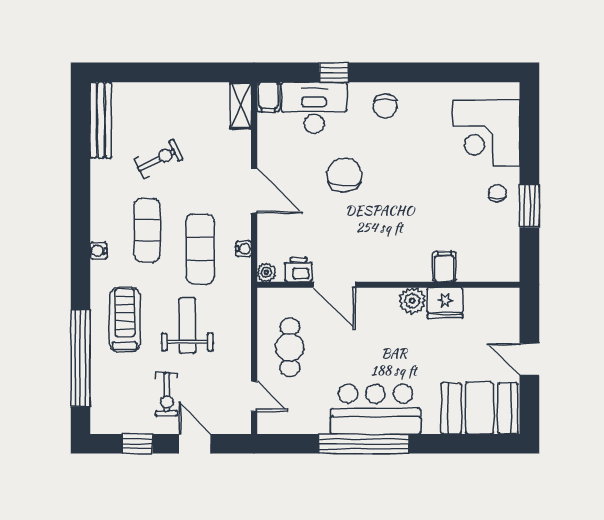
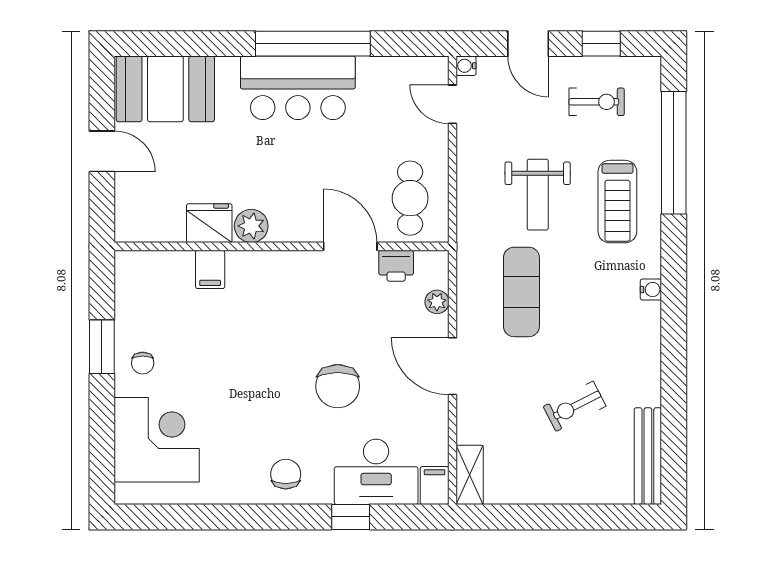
exercise mat: (147, 230) -> (589, 316), removed
water cooler: (244, 249) -> (466, 66), moved
plant: (266, 272) -> (437, 302), moved
cafe table: (290, 347) -> (410, 198), moved
exercise bike: (167, 394) -> (597, 102), moved, turned 90

